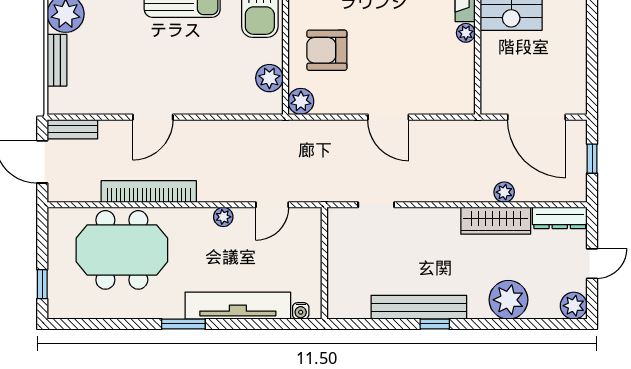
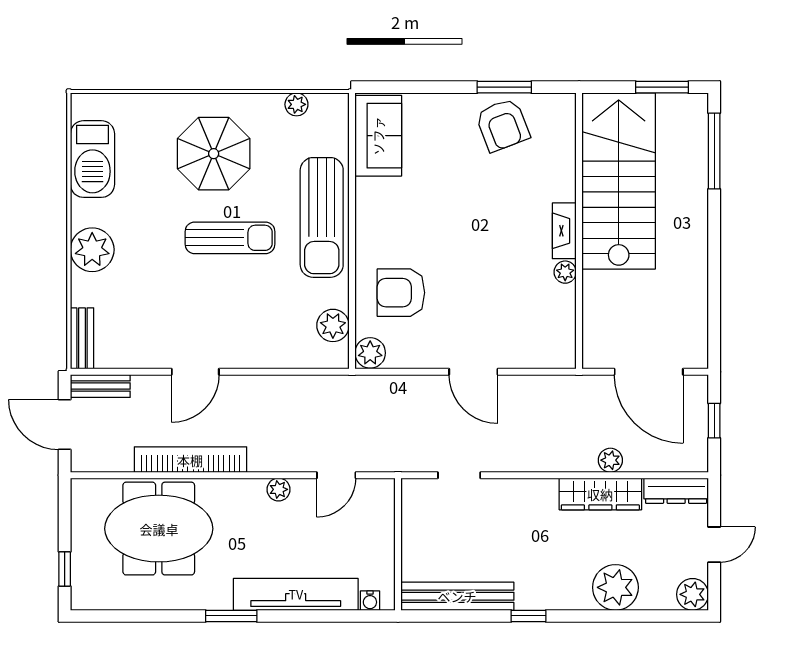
bench: (57, 60) -> (82, 338), moved
bench: (419, 307) -> (457, 596), moved

